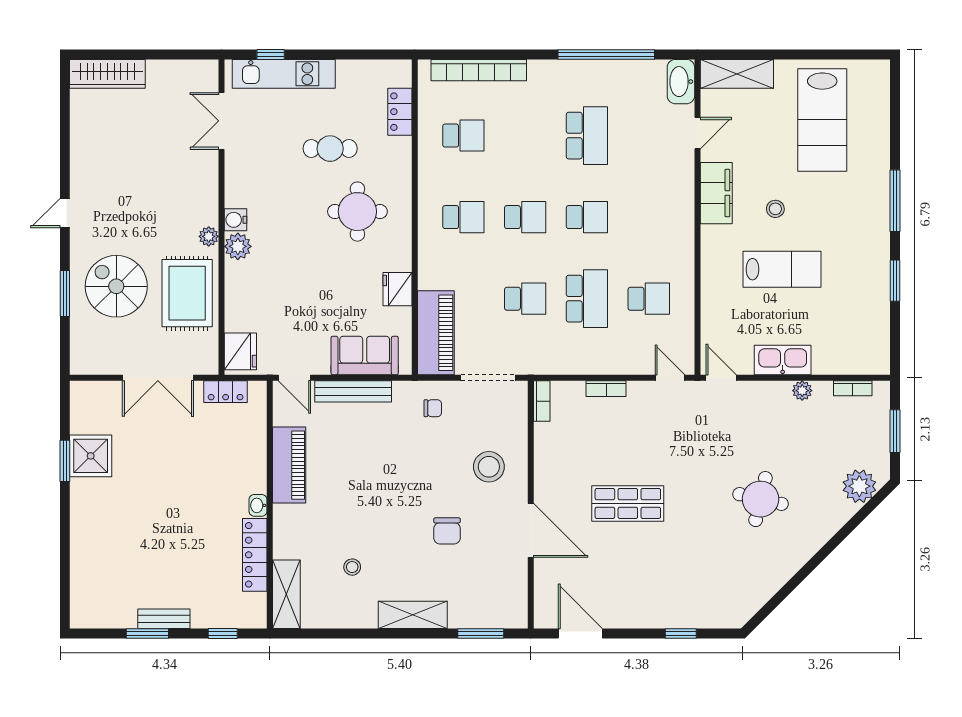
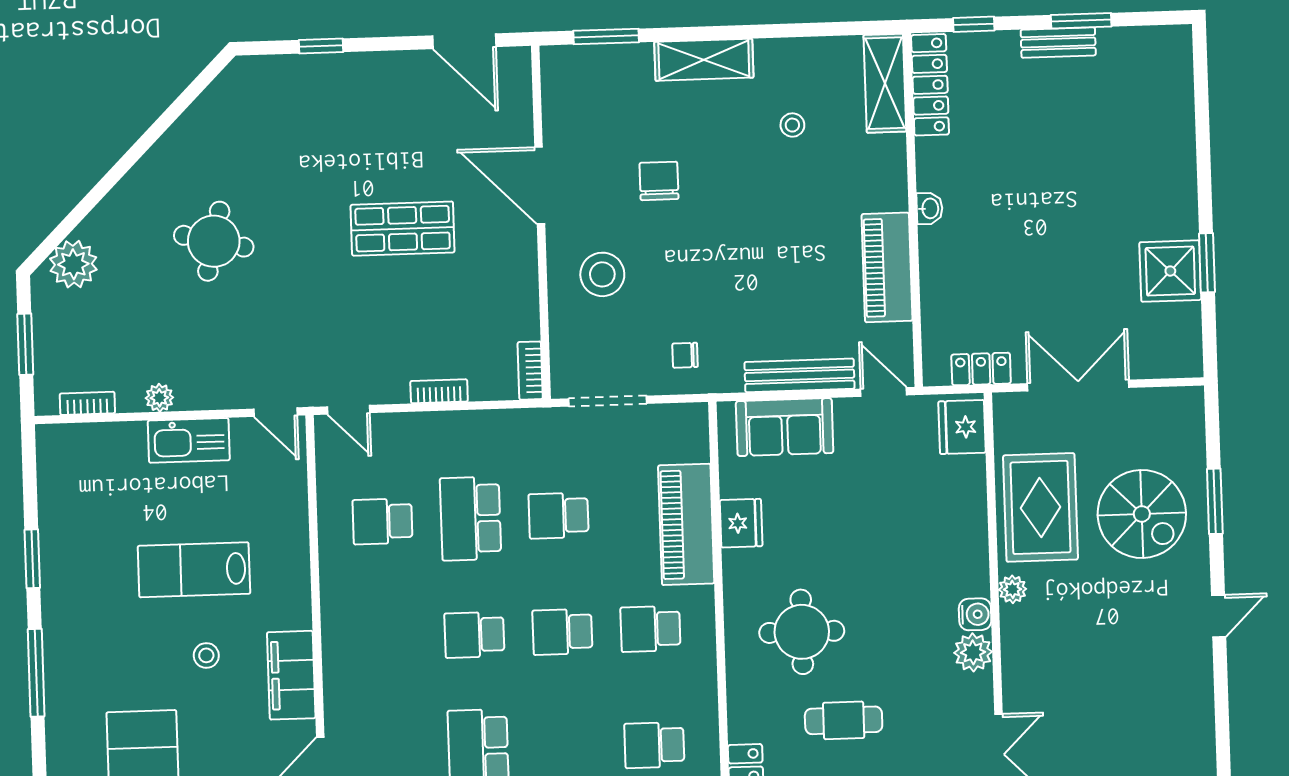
plant: (238, 246) -> (973, 652), moved
piano: (436, 333) -> (686, 524), moved
locker: (255, 555) -> (930, 85), moved

